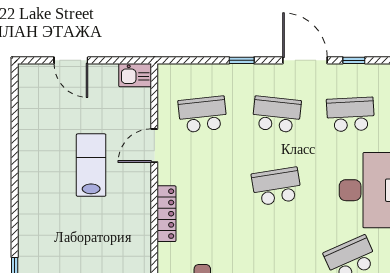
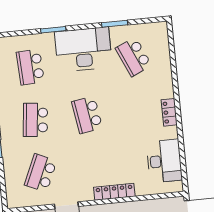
school desk: (203, 114) -> (41, 173), turned 30

